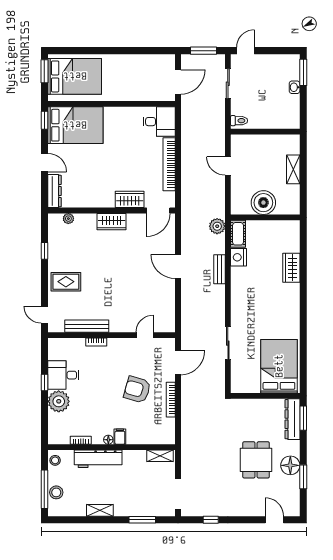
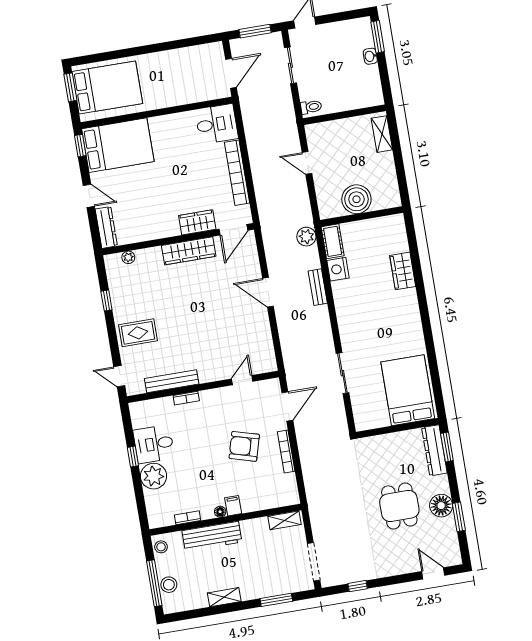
shelving: (293, 169) -> (382, 134), moved
wardrobe: (112, 222) -> (189, 251), width x1.50

